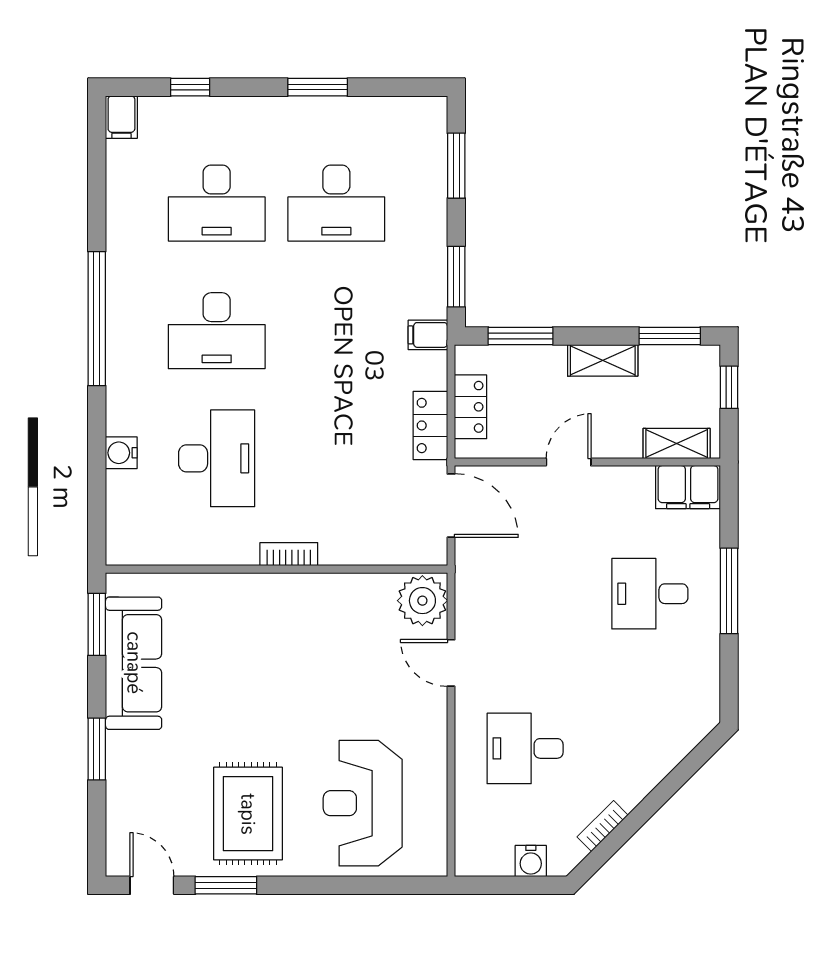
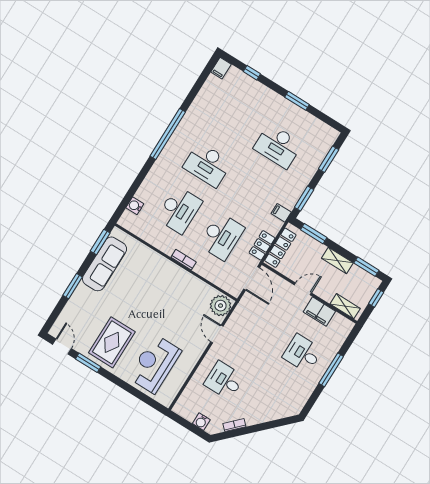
desk: (217, 203) -> (222, 236), moved, turned -90
locker: (471, 407) -> (280, 248), width x1.53
water cooler: (121, 453) -> (135, 206), moved
filing cabinet: (688, 487) -> (319, 312), moved

